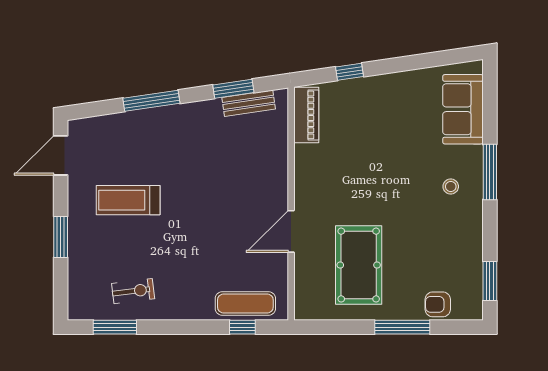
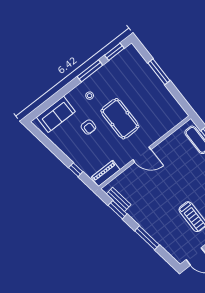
window: (490, 172) -> (90, 71), moved
door: (291, 231) -> (142, 155), moved
pool table: (359, 265) -> (120, 119), moved, turned 90
armchair: (438, 304) -> (88, 127), moved

